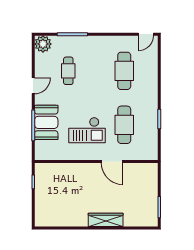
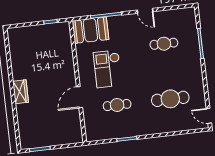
plant: (43, 44) -> (188, 16), removed
booth: (46, 122) -> (90, 30), moved
cafe table: (124, 125) -> (117, 105), width x0.73, depth x0.74
wardrobe: (106, 220) -> (21, 92), width x0.67

